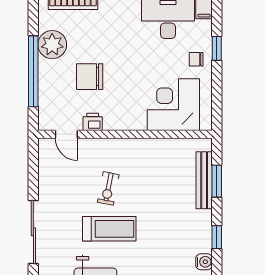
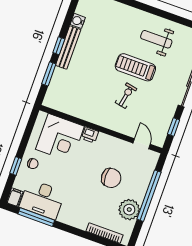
printer: (93, 122) -> (90, 135), moved
window: (33, 170) -> (174, 127), added
bench: (204, 180) -> (68, 47), moved
window: (217, 237) -> (59, 46), moved

